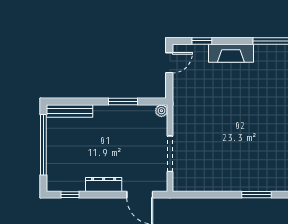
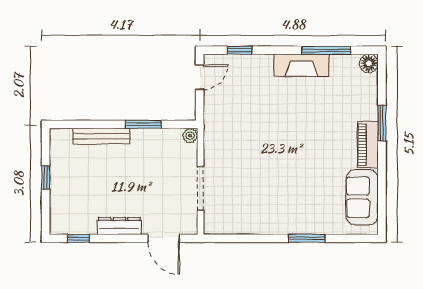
fireplace: (231, 53) -> (301, 65), moved
bench: (70, 111) -> (101, 136), moved
window: (43, 145) -> (46, 177), width x0.32

